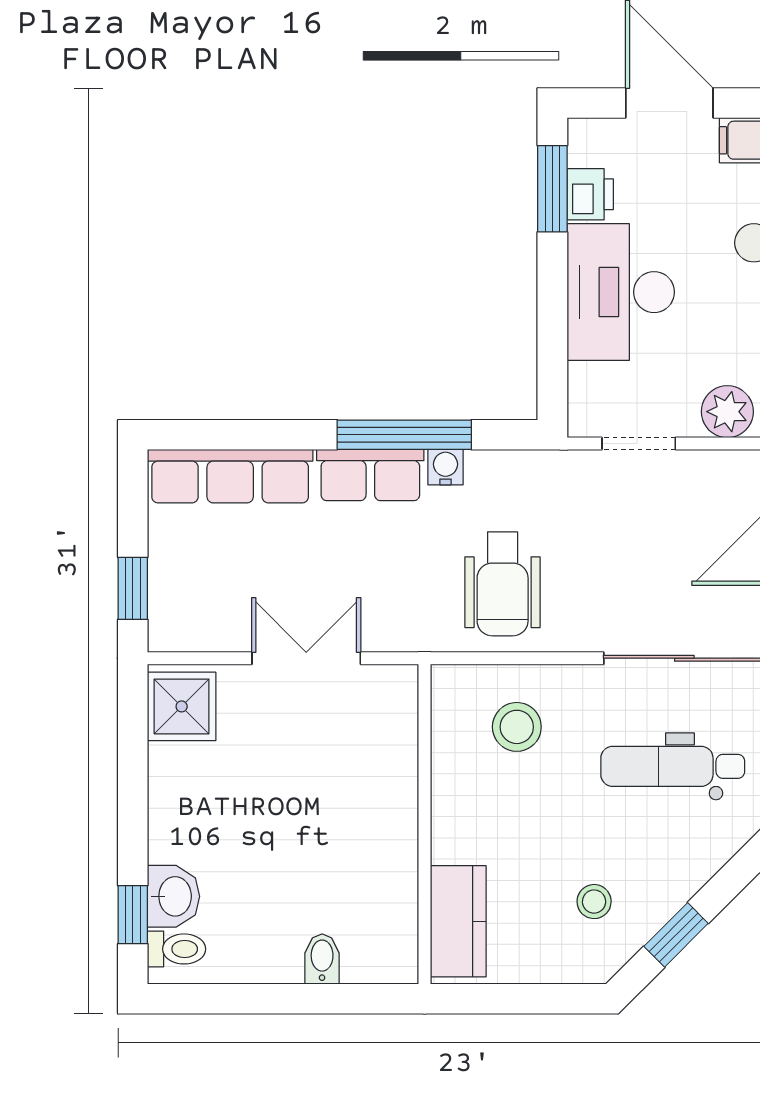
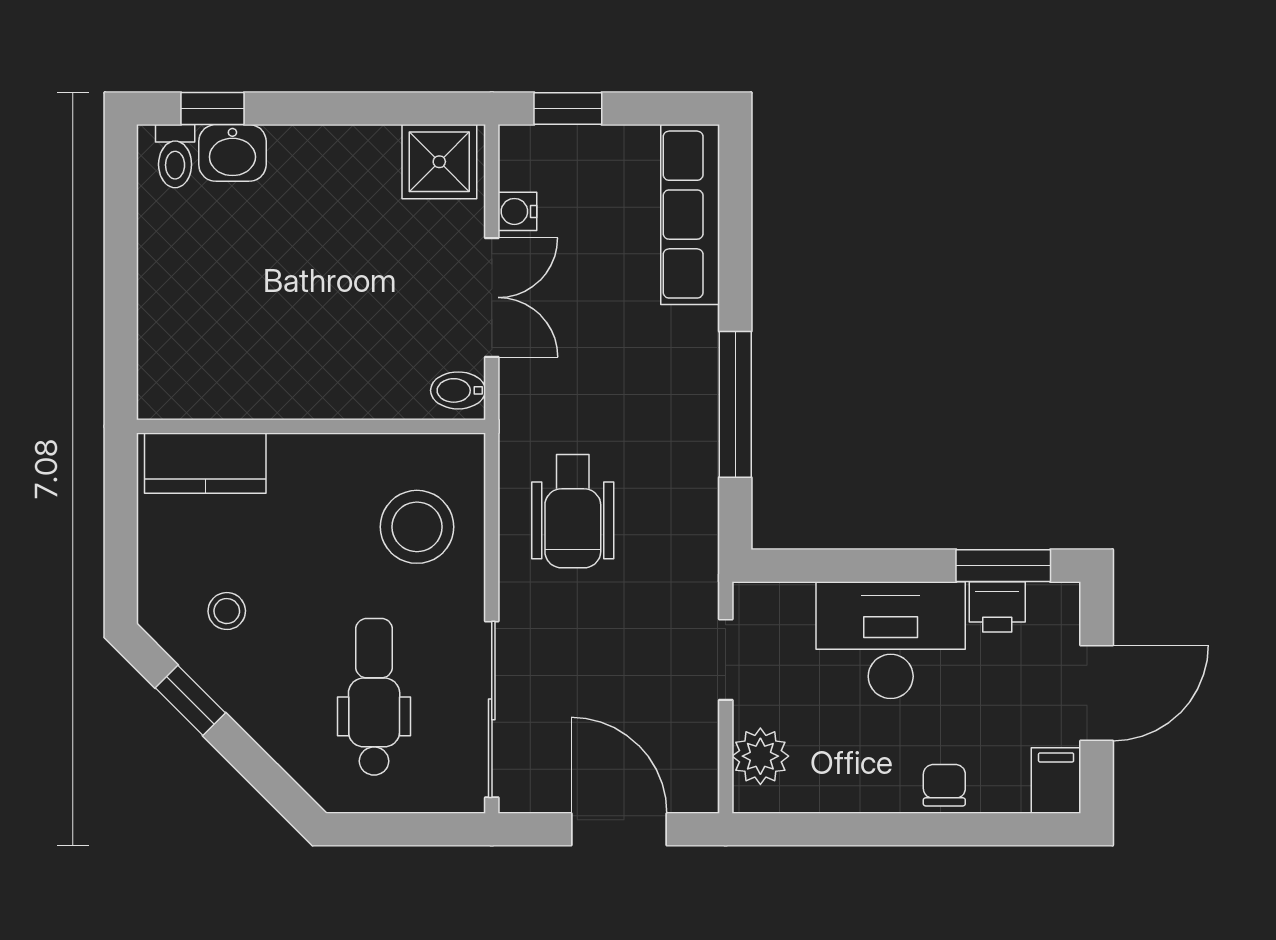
water cooler: (446, 467) -> (517, 211), moved, turned 180
row of seats: (370, 475) -> (691, 367), removed
wheelchair: (503, 584) -> (573, 511), turned -90
stool: (517, 727) -> (417, 527), width x1.38, depth x1.38
bidet: (322, 959) -> (458, 390), moved, turned 180

